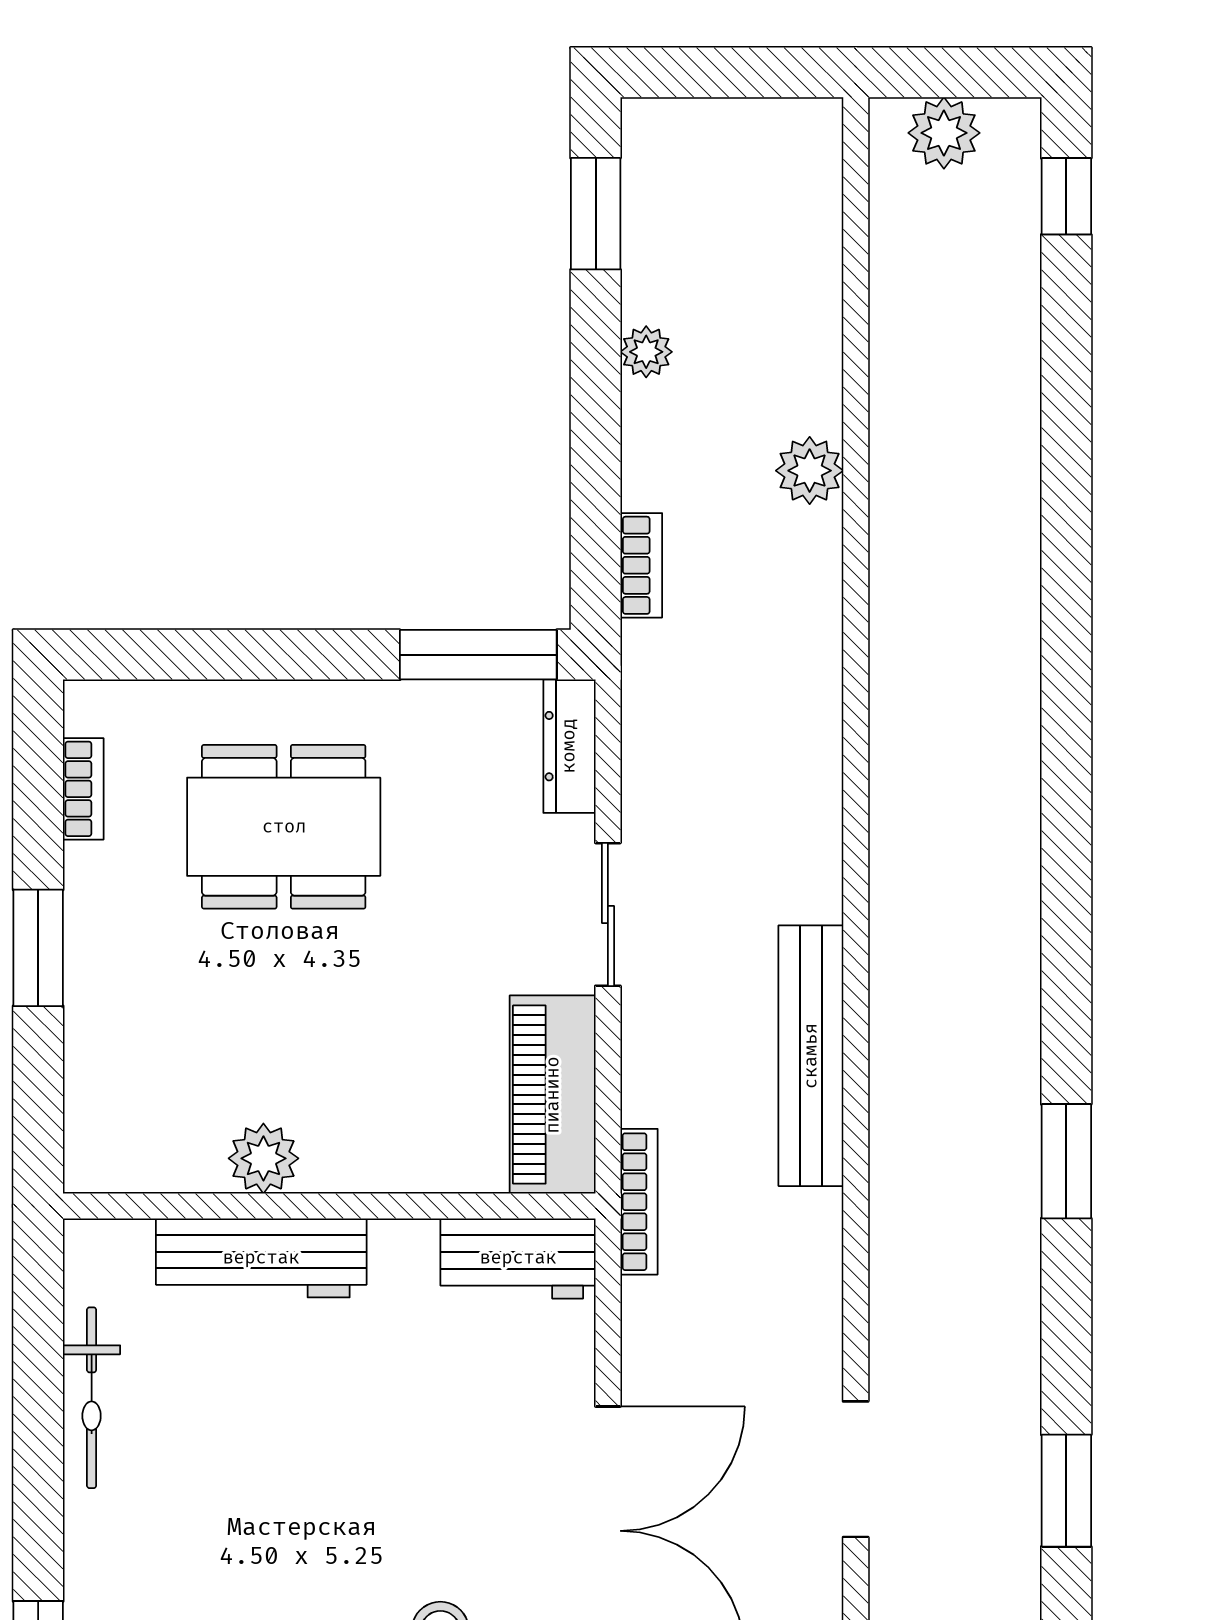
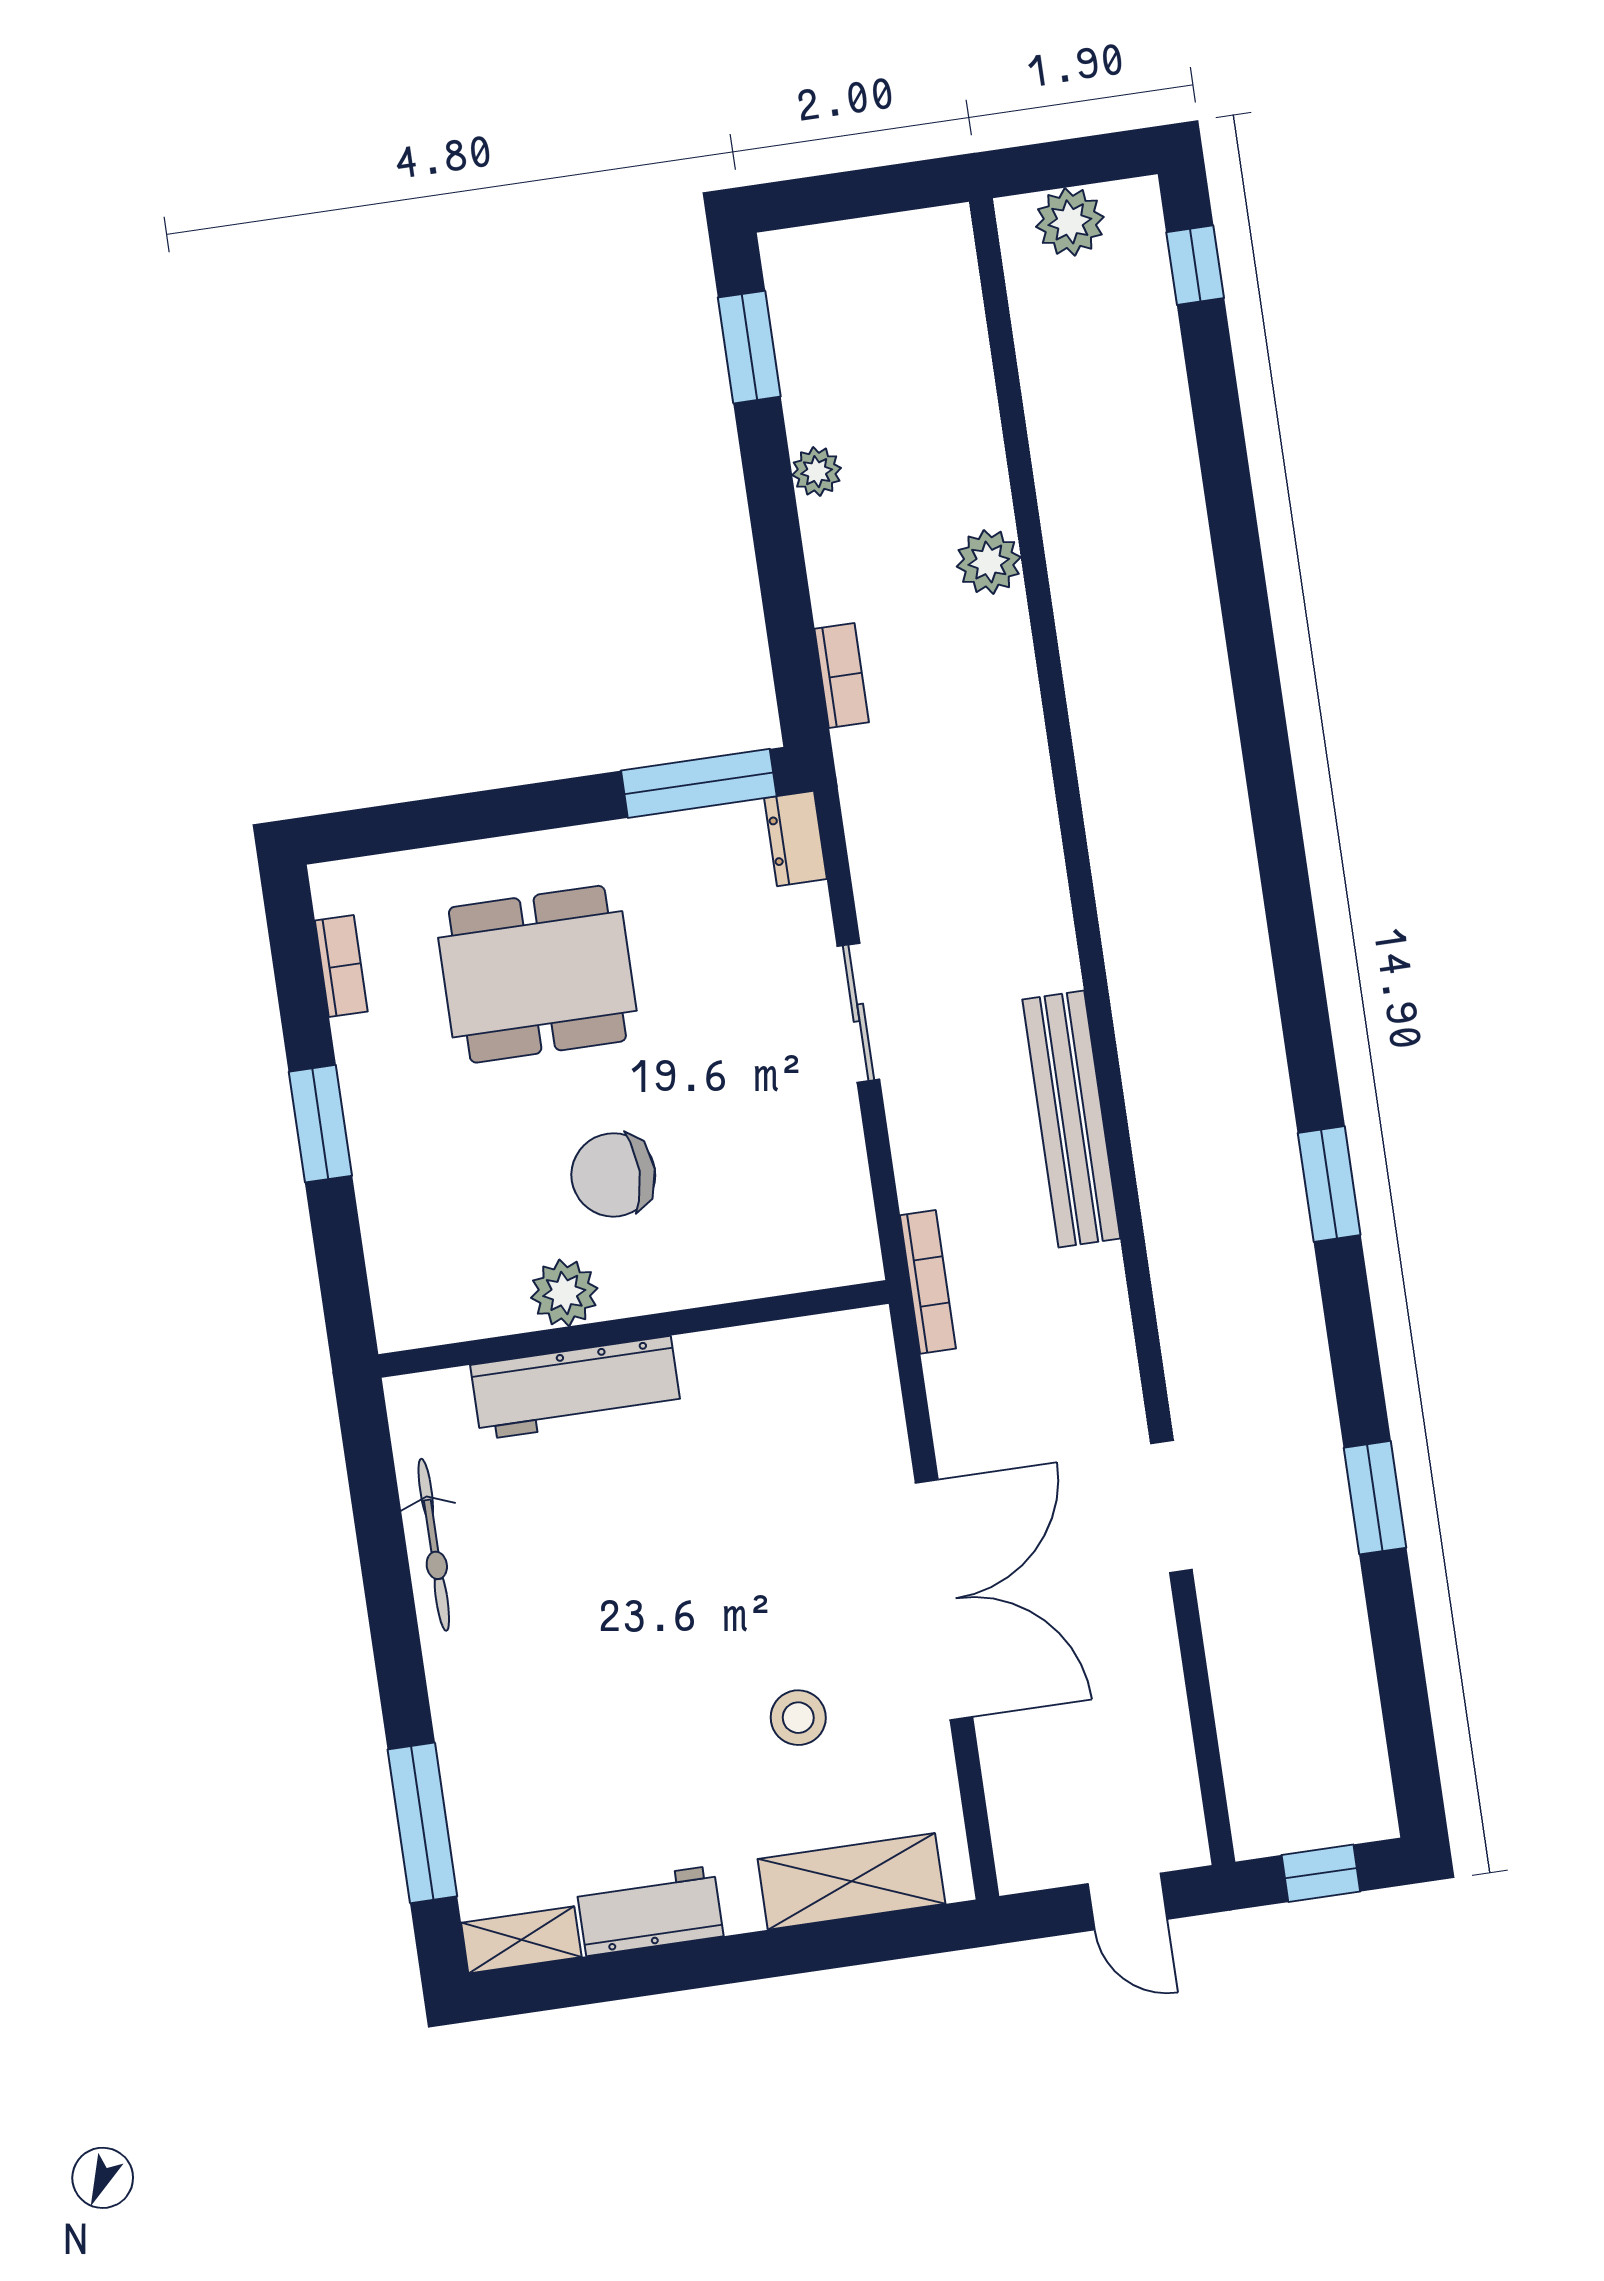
dresser: (569, 746) -> (796, 838), width x0.70
chair: (332, 1045) -> (613, 1175), added
piano: (553, 1095) -> (831, 1192), removed
workbench: (518, 1258) -> (821, 1353), removed

